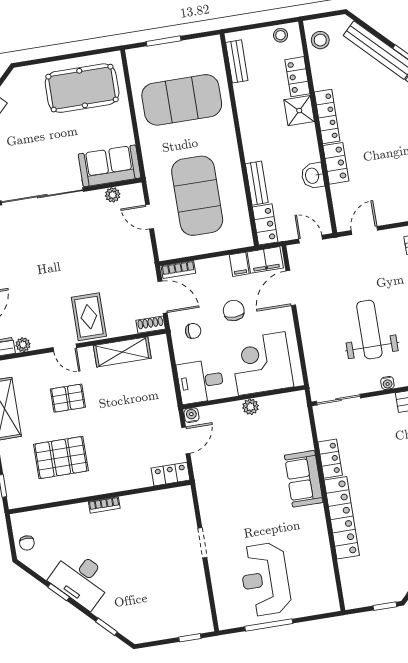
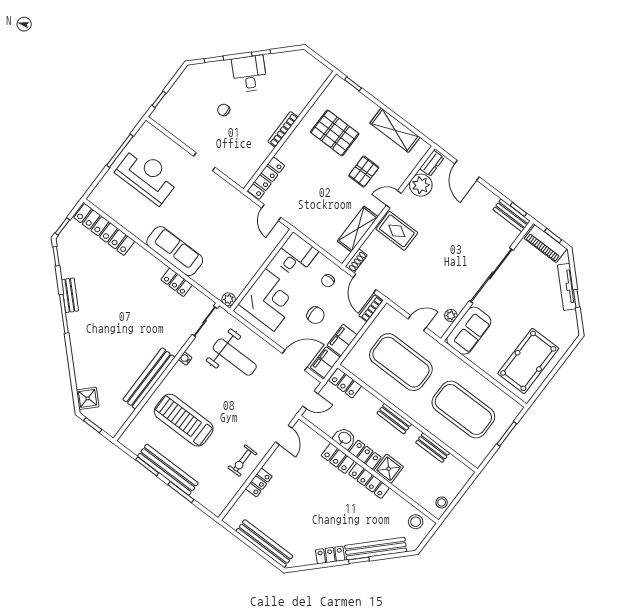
bench: (237, 61) -> (433, 448), moved
locker: (297, 77) -> (365, 455), moved
exercise mat: (182, 100) -> (463, 409), turned 90
bench: (257, 183) -> (394, 419), moved
filing cabinet: (239, 264) -> (342, 340), width x2.00
door: (291, 288) -> (295, 360), hinge flipped
door: (163, 297) -> (365, 283), hinge flipped
weight bench: (369, 330) -> (235, 357), moved
plant: (23, 345) -> (421, 185), width x1.88, depth x1.88
plant: (251, 407) -> (229, 299), moved
water cooler: (192, 415) -> (282, 230), removed
pallet: (61, 458) -> (335, 133), turned 90
locker: (170, 474) -> (266, 178), width x1.53
sofa: (304, 479) -> (175, 251), width x1.36
bookcase: (104, 505) -> (283, 129), width x1.56
locker: (342, 518) -> (104, 229), moved
chair: (27, 543) -> (224, 110), moved
desk: (81, 579) -> (249, 74), width x0.73

